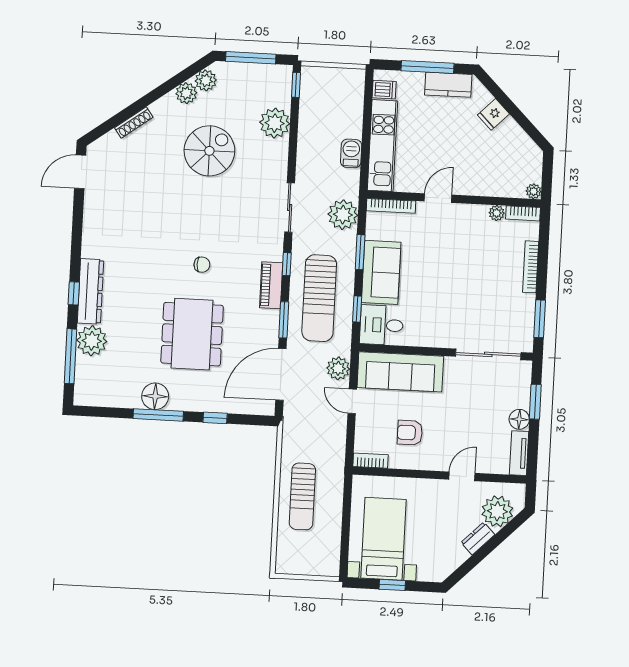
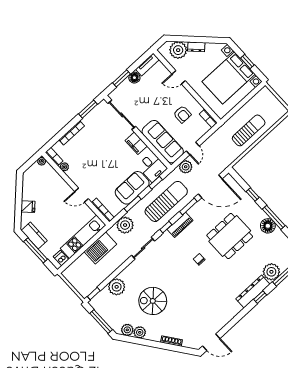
barbecue: (351, 153) -> (100, 248), width x1.88, depth x1.53
filing cabinet: (433, 336) -> (136, 143), added
bed with nightstands: (383, 539) -> (229, 78), width x1.36

